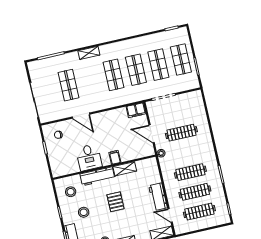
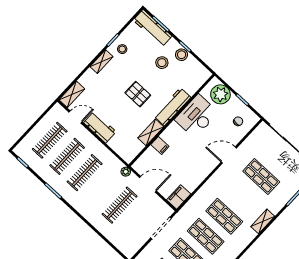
desk: (89, 157) -> (196, 116), width x1.37
filing cabinet: (115, 157) -> (160, 146), moved
plant: (58, 162) -> (220, 94), added
stool: (71, 192) -> (182, 55), moved

